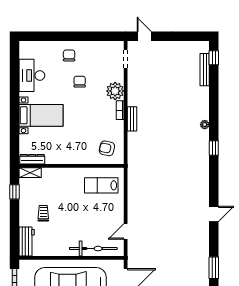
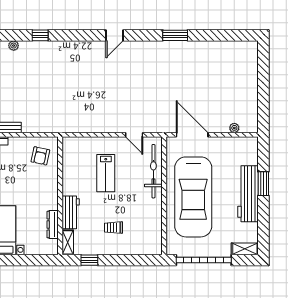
dresser: (32, 159) -> (53, 225), moved
lab bench: (101, 185) -> (106, 173), moved
door: (214, 214) -> (115, 35), swing flipped
workbench: (27, 242) -> (71, 212), moved, turned 90

